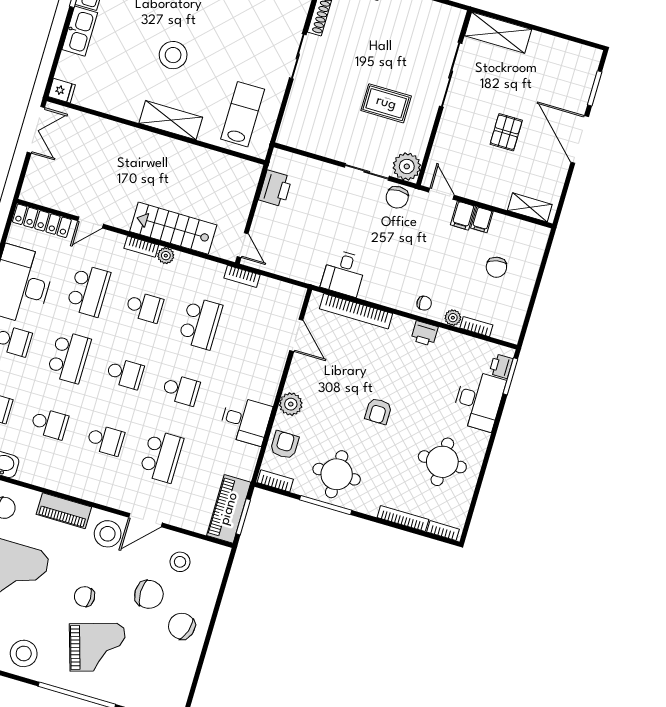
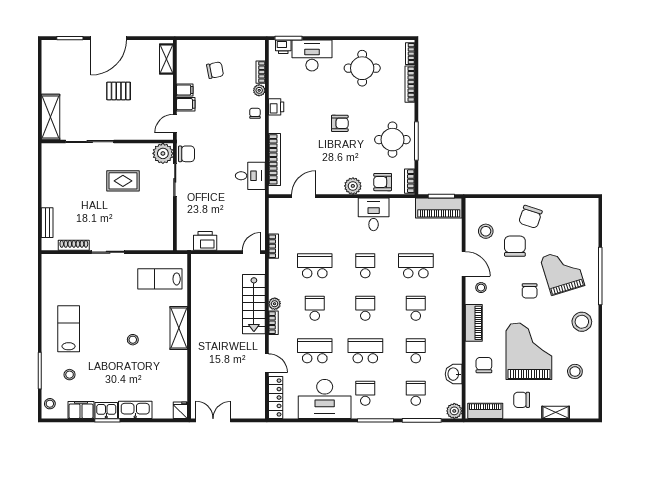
stool: (173, 55) -> (133, 340), width x0.53, depth x0.53
rug: (386, 103) -> (123, 181), turned 90
stool: (108, 534) -> (481, 288), width x0.53, depth x0.53

